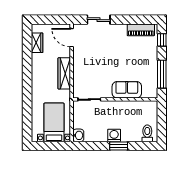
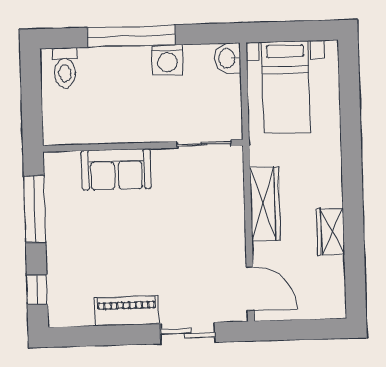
piano: (141, 30) -> (127, 311), moved
wardrobe: (37, 43) -> (330, 232), moved
washing machine: (114, 135) -> (167, 60), moved
window: (119, 146) -> (131, 36), width x2.11

